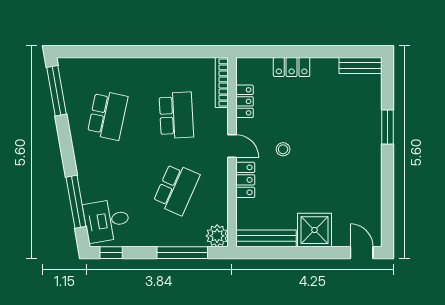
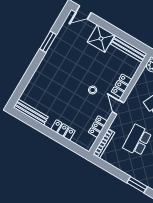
window: (139, 52) -> (137, 185), added
bench: (360, 65) -> (31, 112), width x1.36
window: (387, 127) -> (48, 42), moved
door: (362, 253) -> (83, 12), hinge flipped

